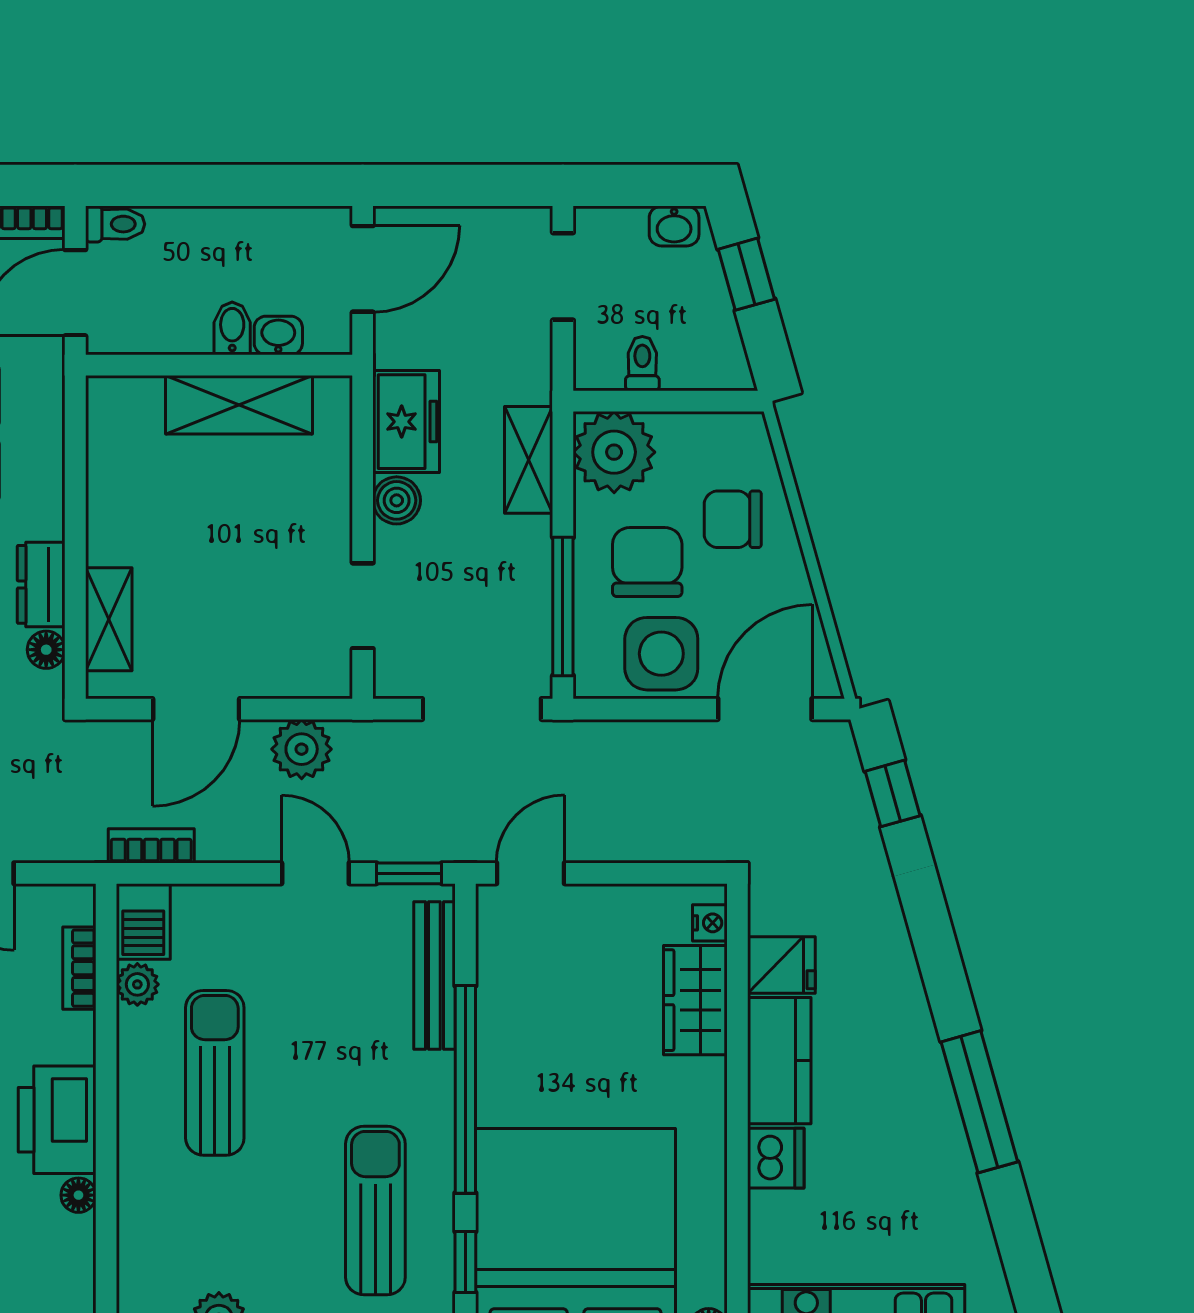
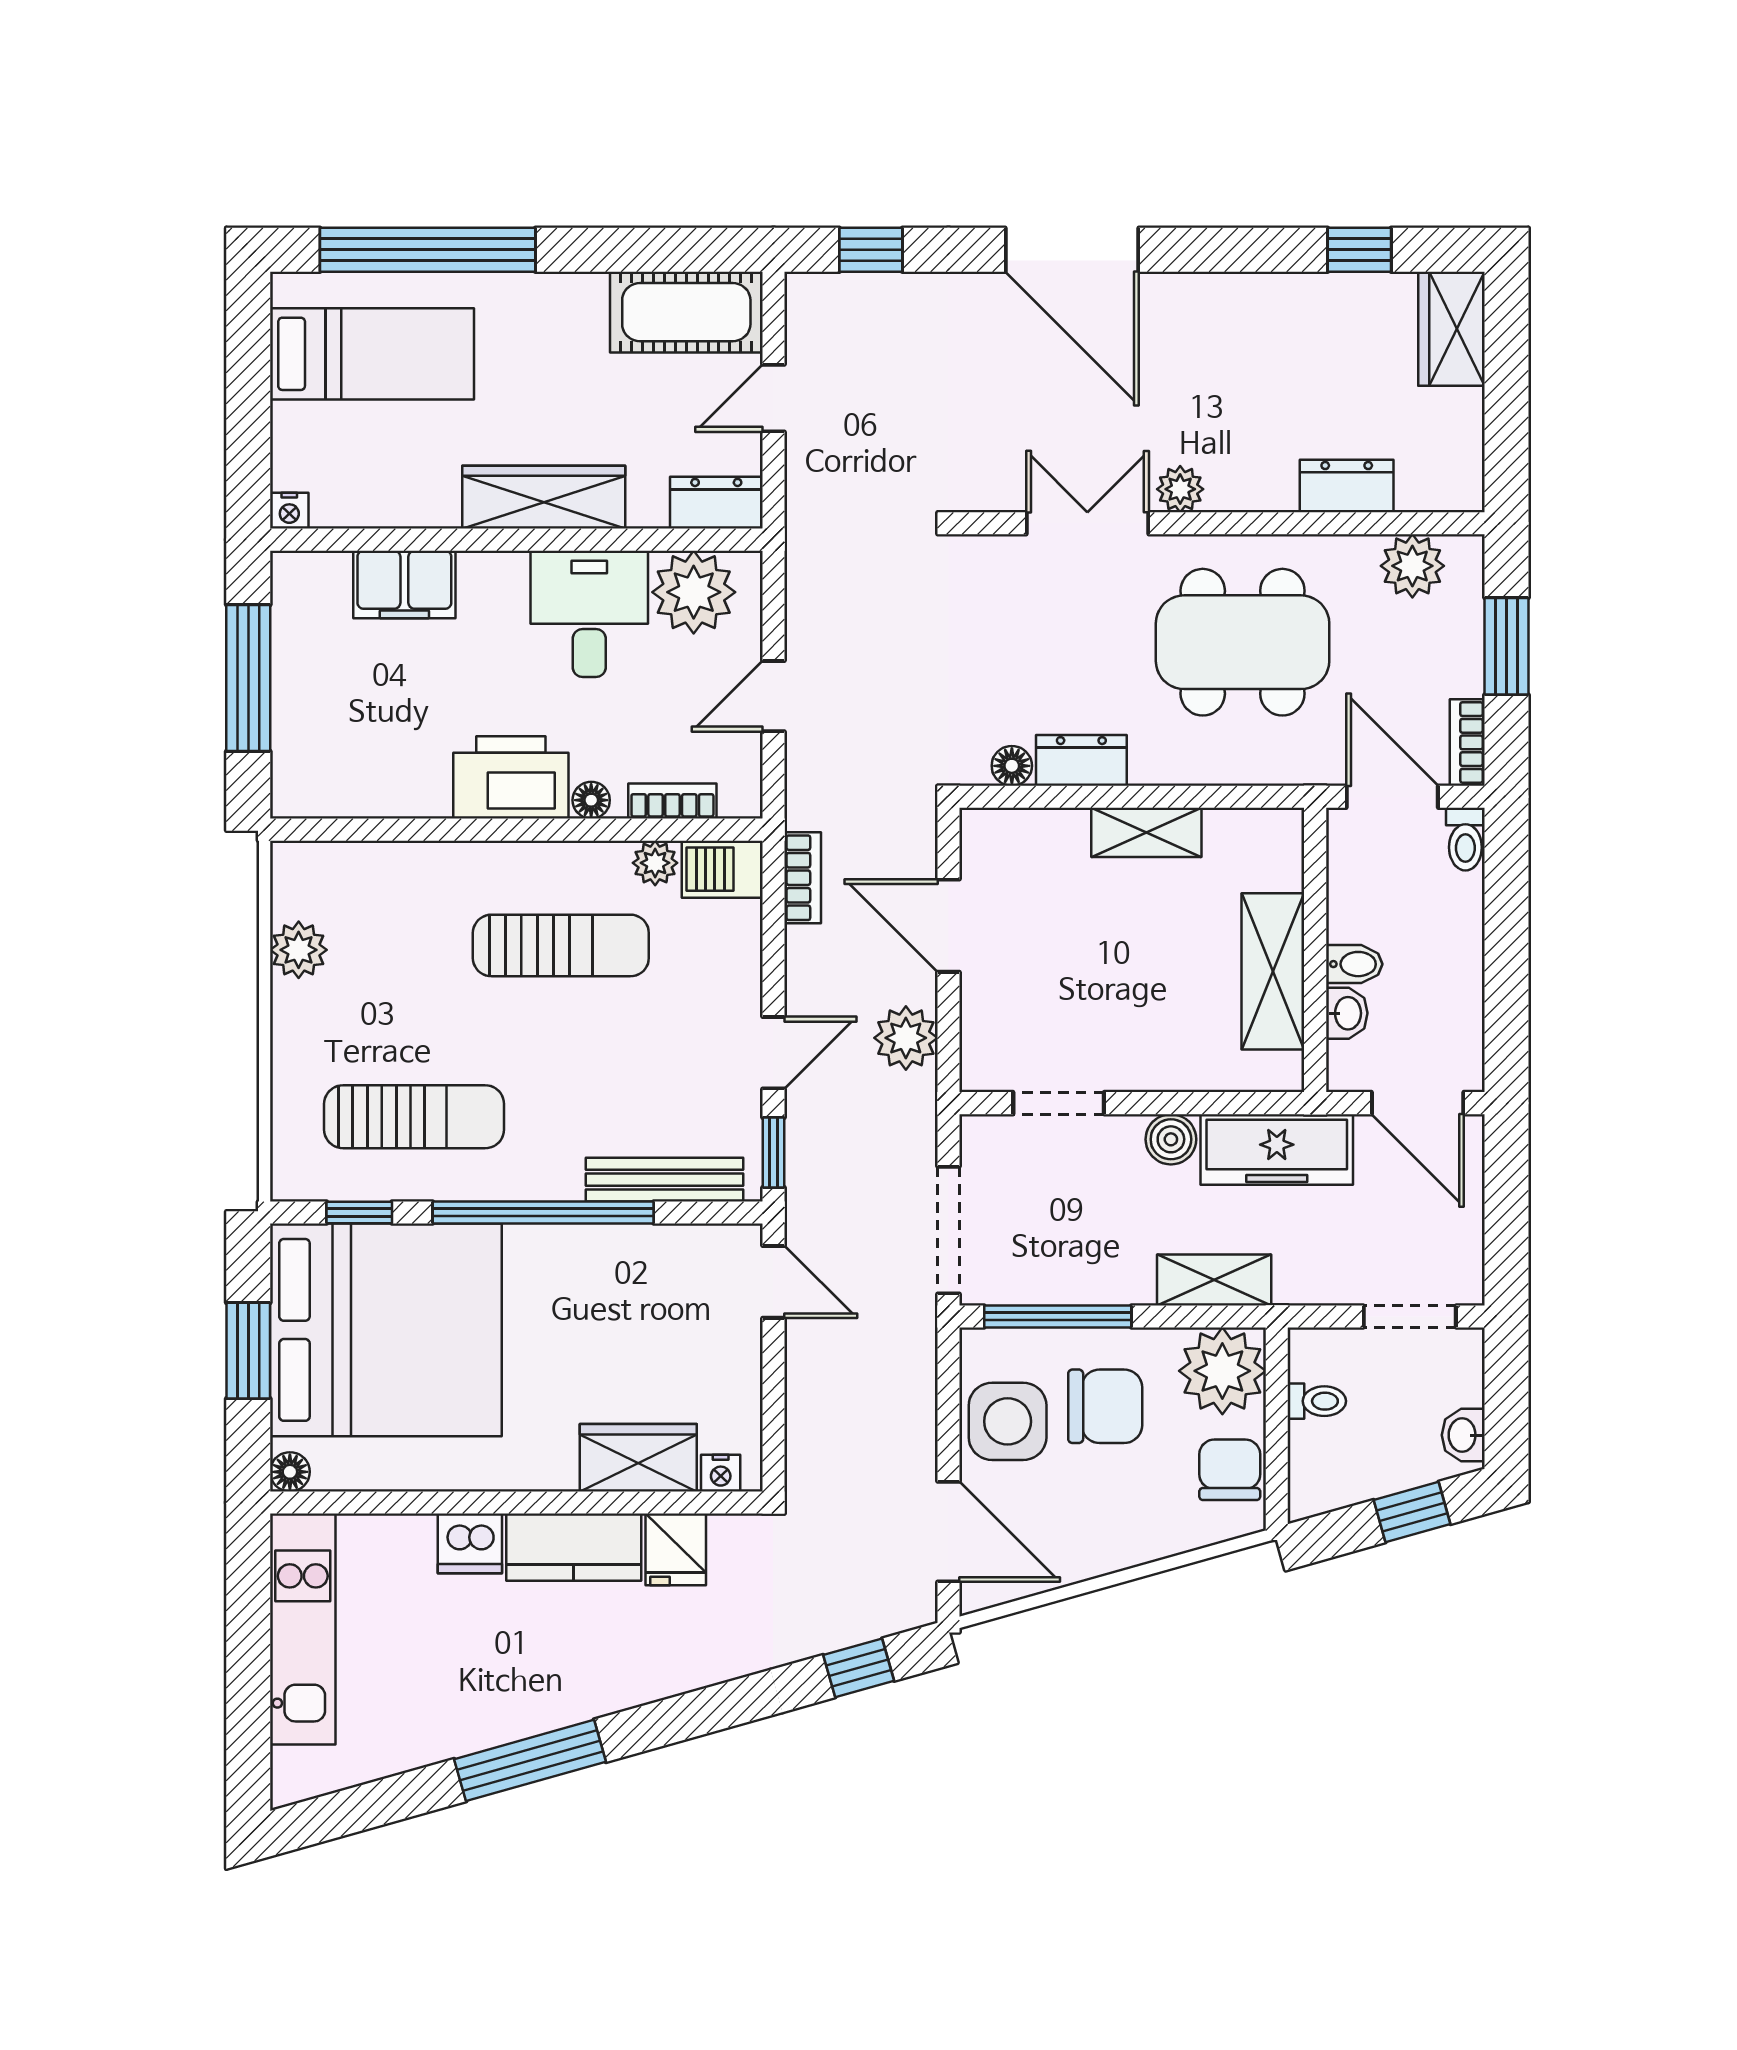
freezer: (406, 422) -> (1277, 1149), width x1.40
chair: (733, 519) -> (1230, 1470), moved
shelving: (109, 619) -> (1146, 832), moved
floor lamp: (78, 1195) -> (591, 800), moved

